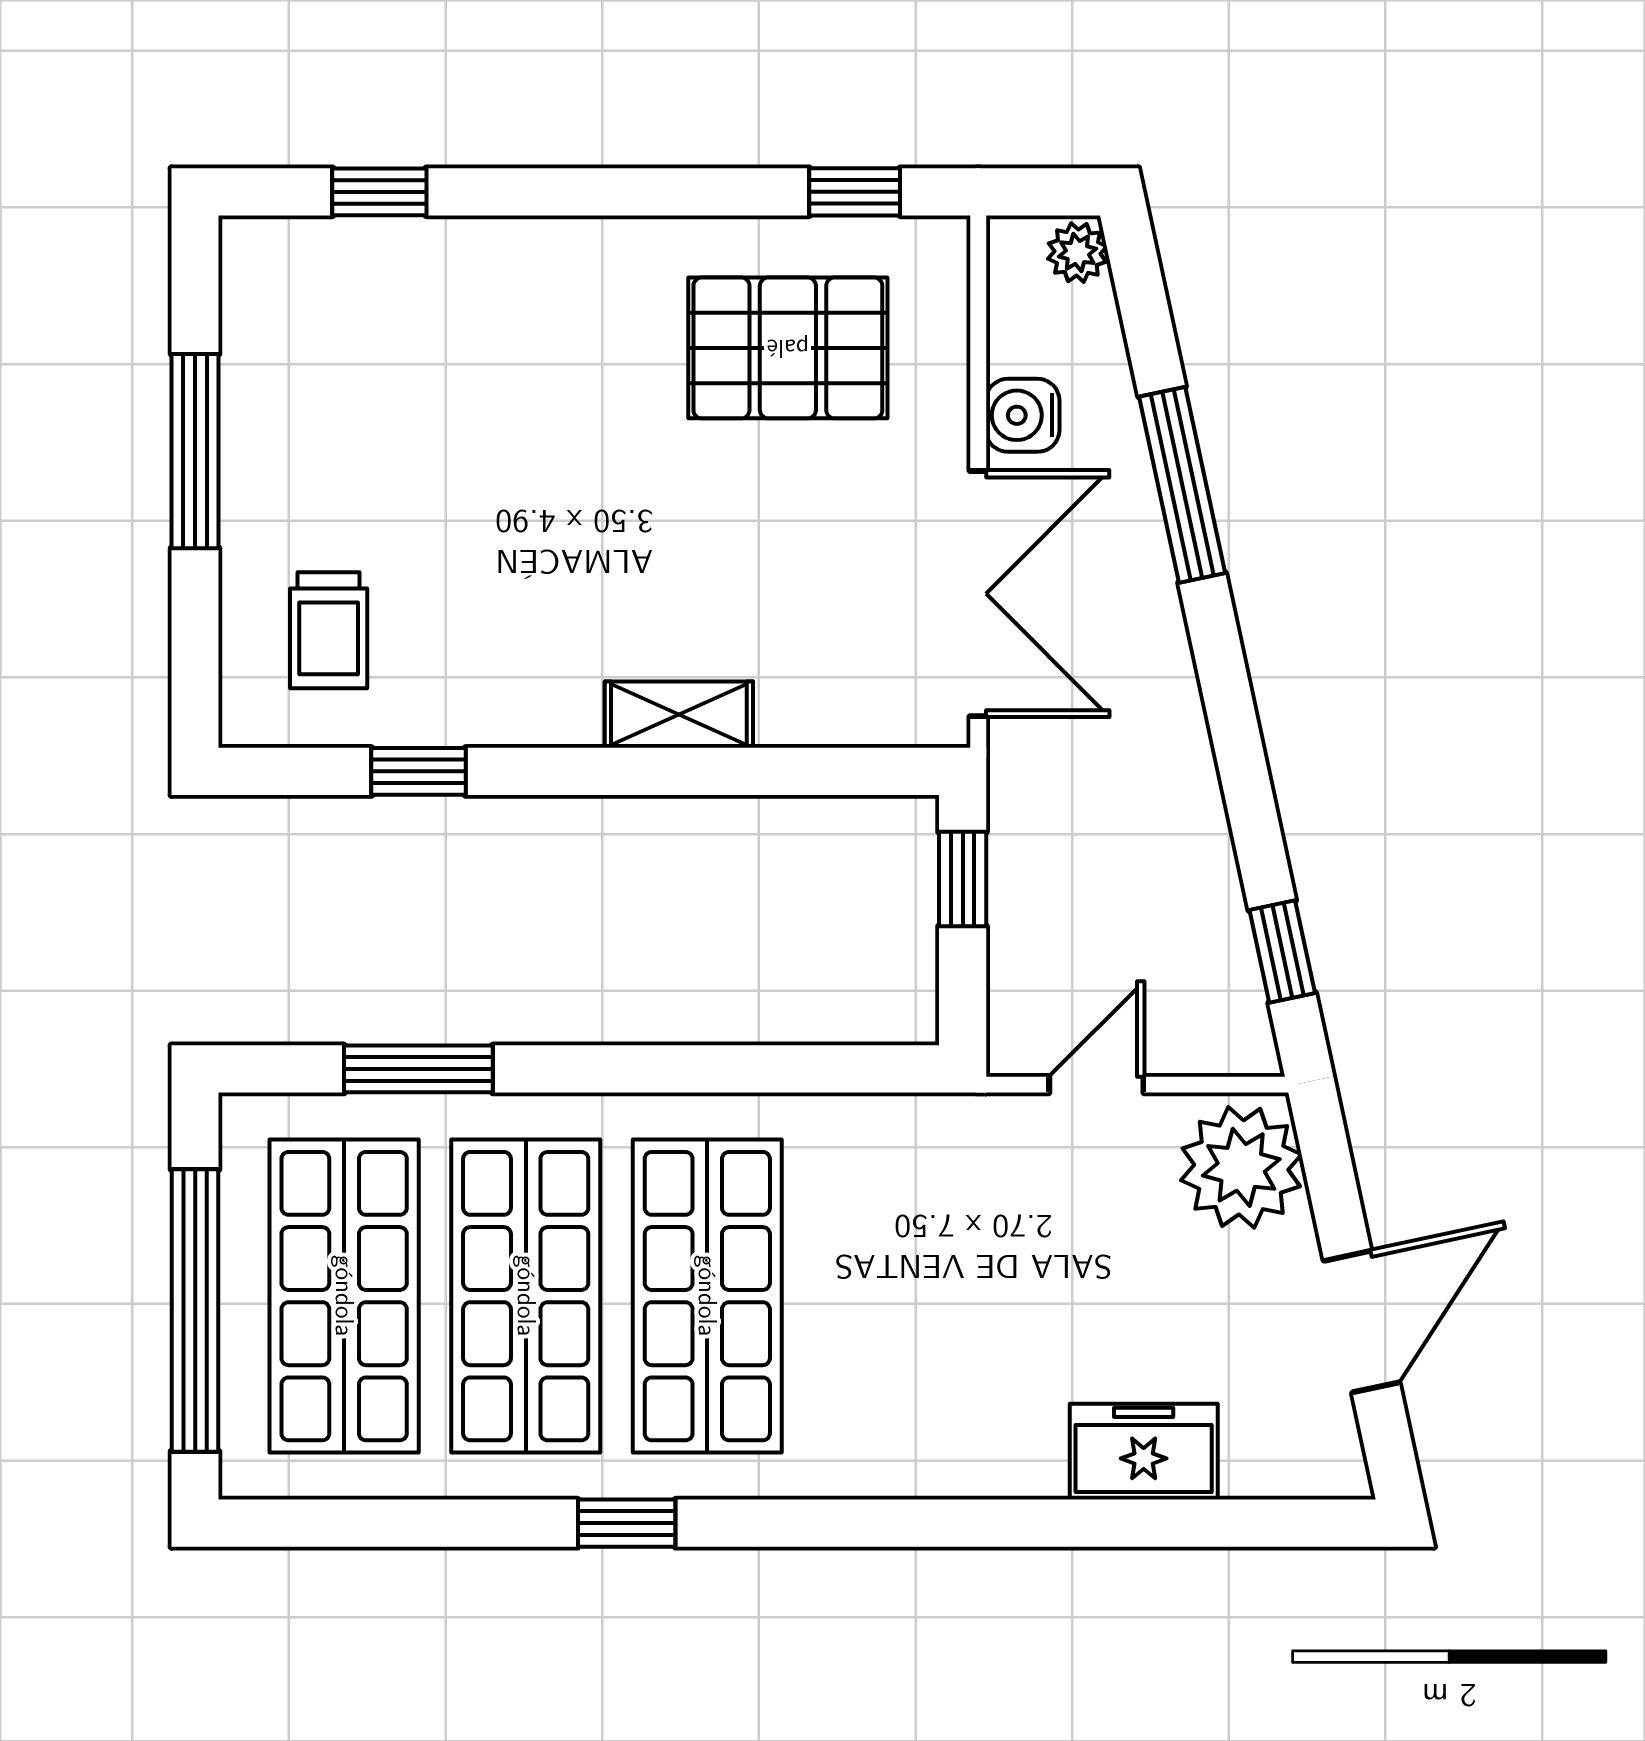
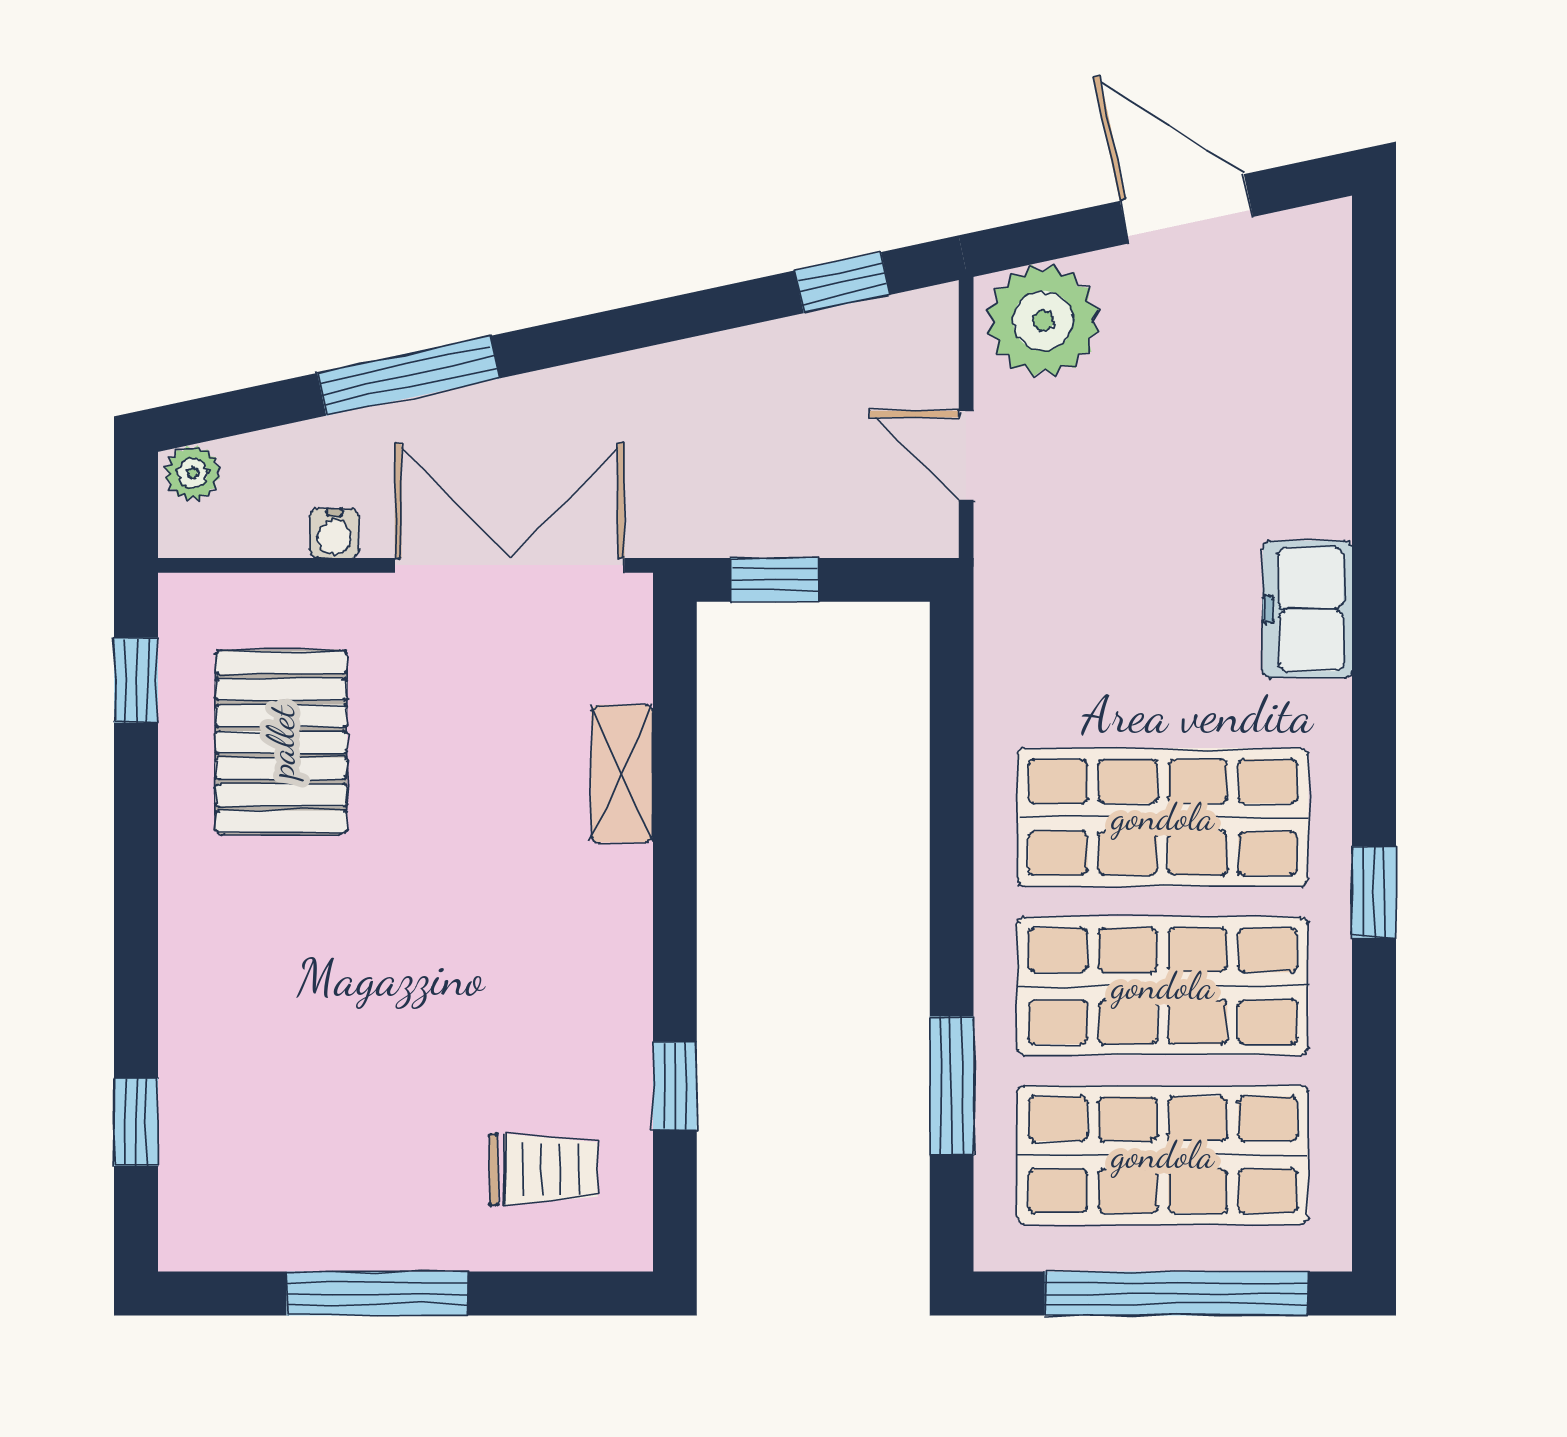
water cooler: (1023, 415) -> (334, 533), width x0.72, depth x0.72
shelving: (679, 715) -> (622, 774), moved
freezer: (1144, 1452) -> (1307, 609), moved

